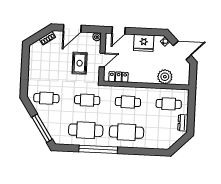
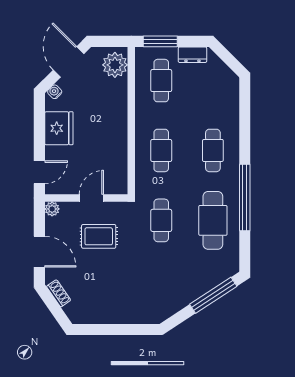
door: (119, 30) -> (39, 172), hinge flipped
door: (102, 60) -> (91, 198), hinge flipped
locker: (118, 77) -> (119, 169), removed
plant: (165, 77) -> (115, 65), moved
cafe table: (46, 98) -> (161, 290), removed
window: (192, 104) -> (160, 41), added
cafe table: (126, 132) -> (213, 150), width x0.73, depth x0.74

